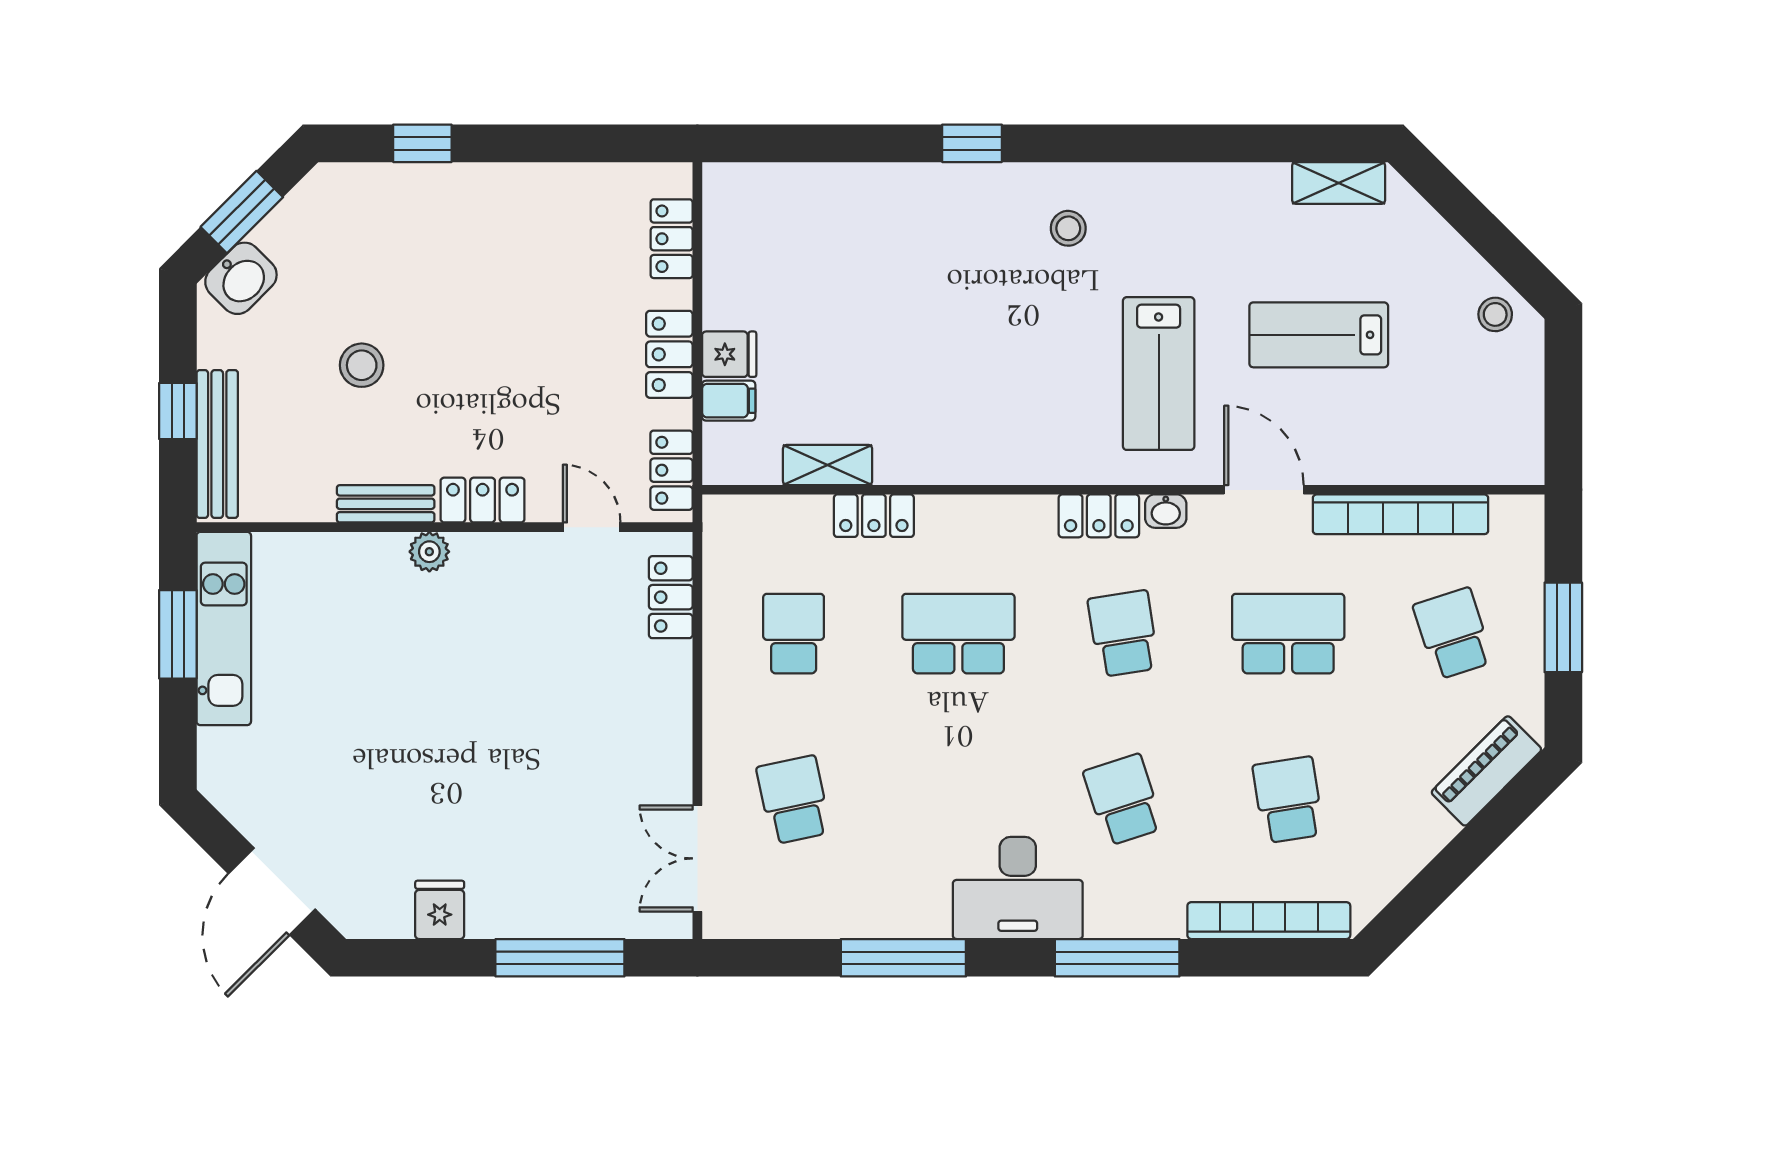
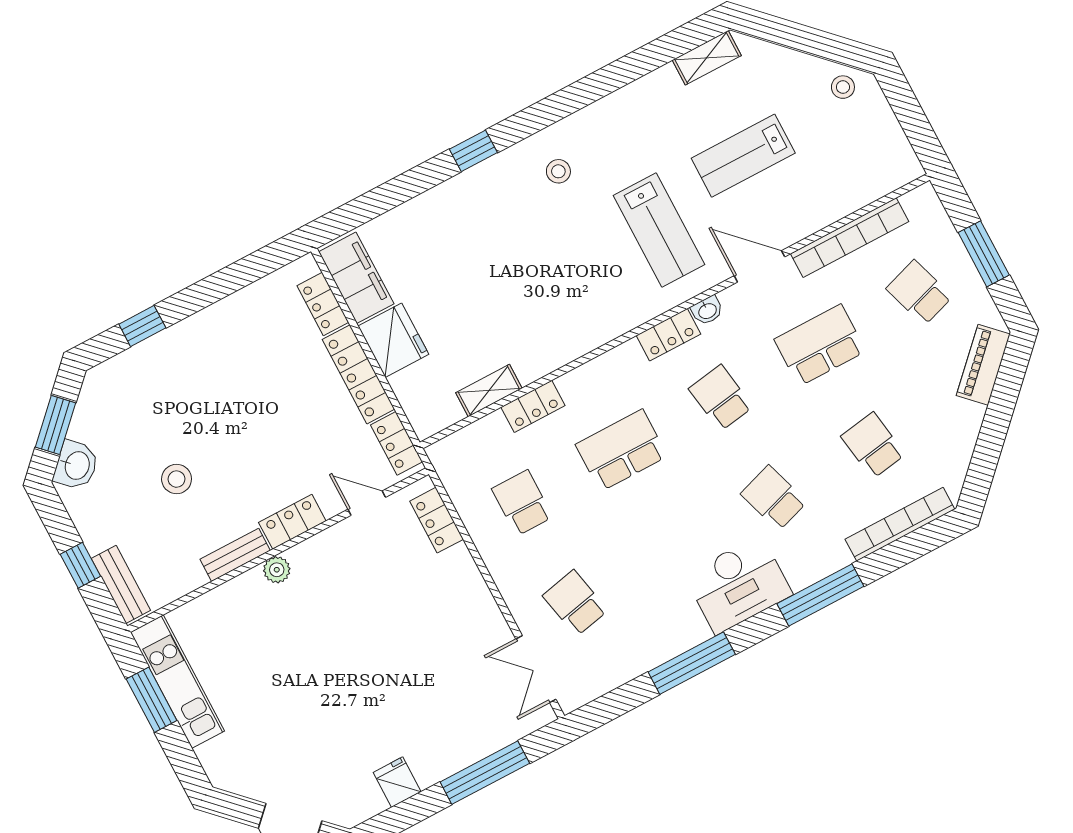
locker: (669, 354) -> (358, 374), width x1.53
fridge: (729, 354) -> (393, 340), width x1.88, depth x1.34
filing cabinet: (729, 401) -> (356, 278), moved, width x3.00, depth x1.17
bench: (217, 444) -> (121, 584), width x0.73

